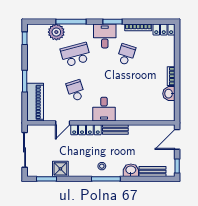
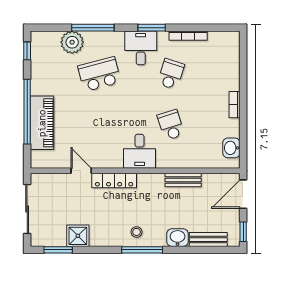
locker: (164, 30) -> (224, 39), removed
window: (25, 81) -> (27, 112), width x2.11
school desk: (76, 91) -> (171, 125), moved
washbasin: (169, 94) -> (231, 148), moved
piano: (35, 102) -> (42, 123), moved
door: (63, 123) -> (81, 171), swing flipped
bench: (115, 129) -> (183, 180), moved

